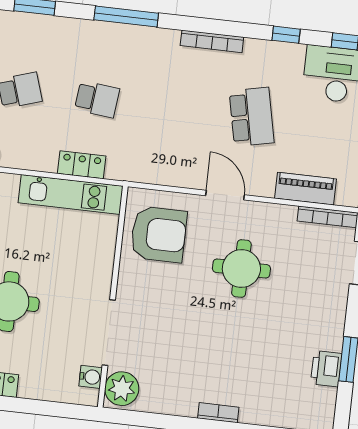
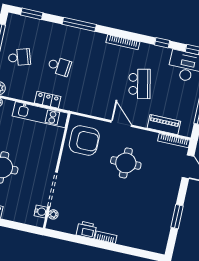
printer: (326, 369) -> (86, 230), moved, turned 90
plant: (122, 389) -> (53, 214), width x0.53, depth x0.53

